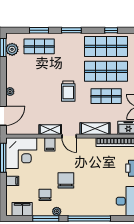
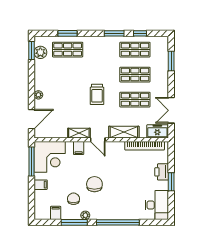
window: (71, 30) -> (114, 33), moved
shop shelf: (106, 46) -> (135, 50), width x0.70, depth x0.74
shop shelf: (106, 71) -> (135, 75), width x0.70, depth x0.74
filing cabinet: (22, 209) -> (56, 213), width x0.50

